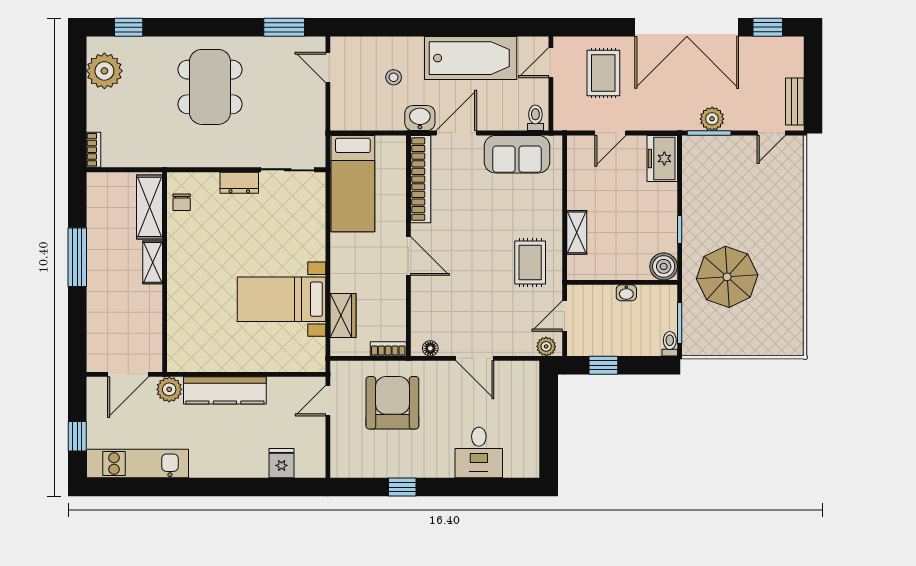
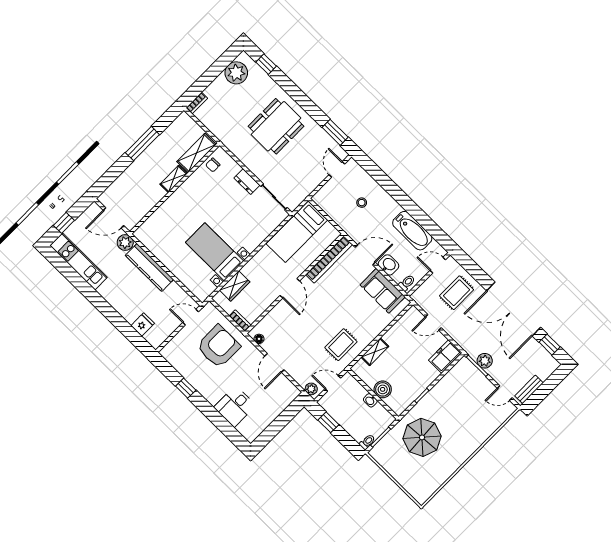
bathtub: (471, 58) -> (412, 231), width x0.73, depth x0.73
washbasin: (420, 118) -> (388, 265), moved
boiler: (664, 266) -> (383, 389), moved

